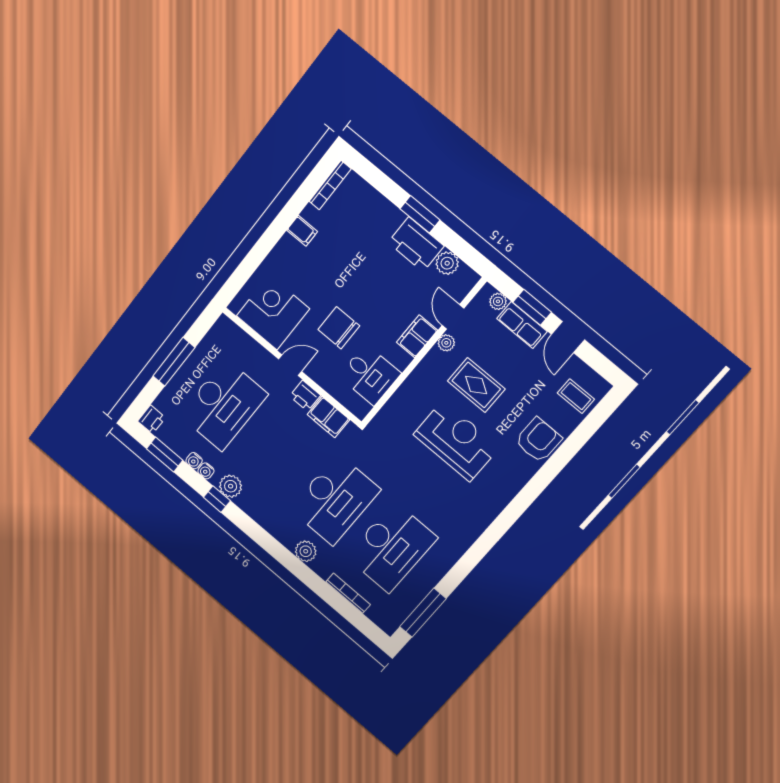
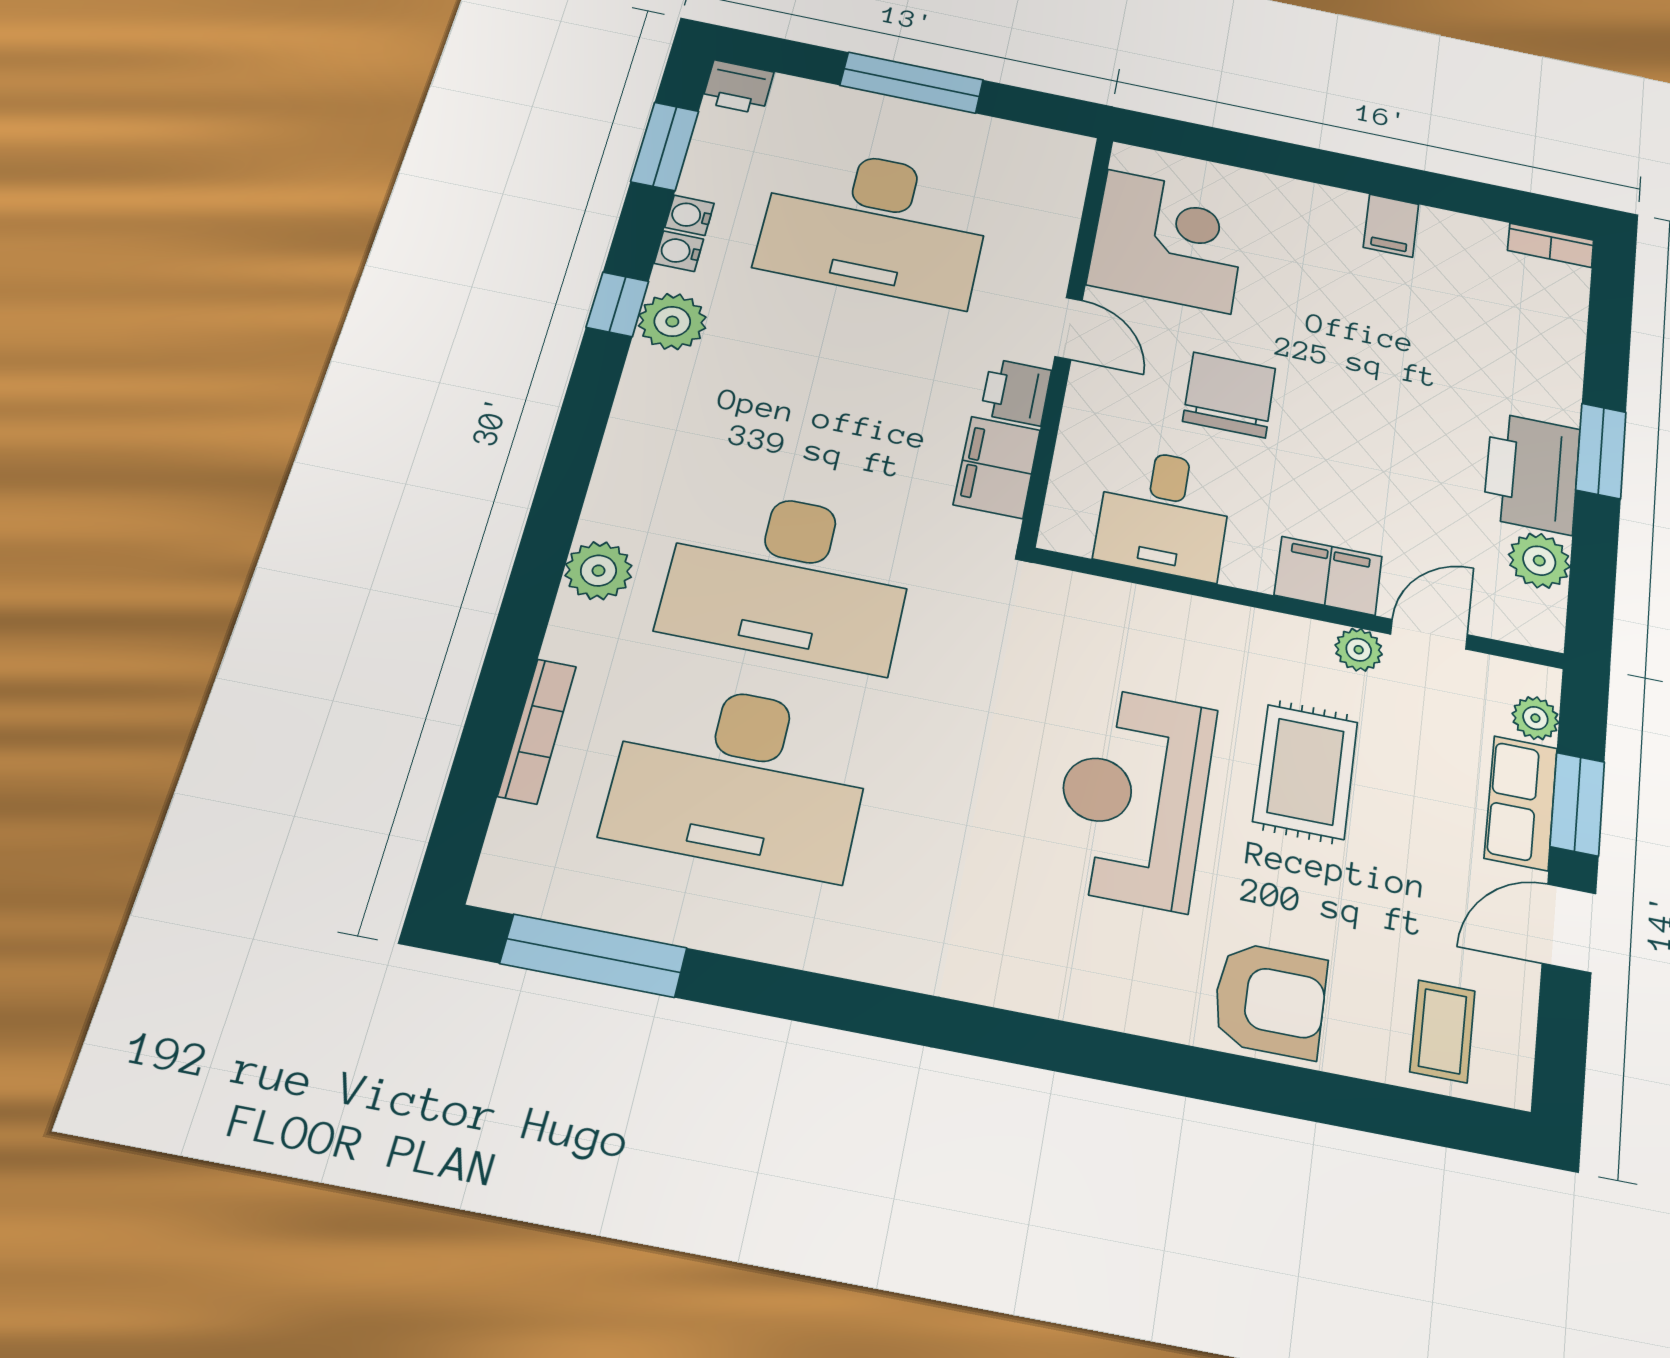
bookcase: (330, 185) -> (1551, 245), width x0.64
reception desk: (456, 441) -> (1134, 797), turned 180

